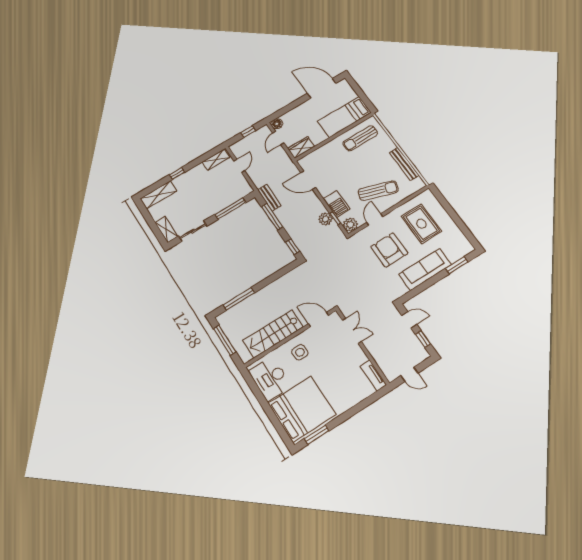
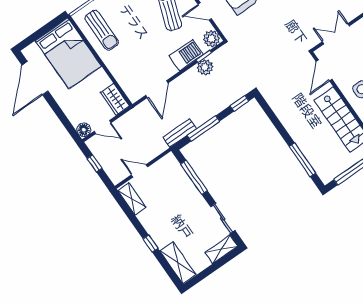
bed: (344, 117) -> (68, 53), width x1.50

